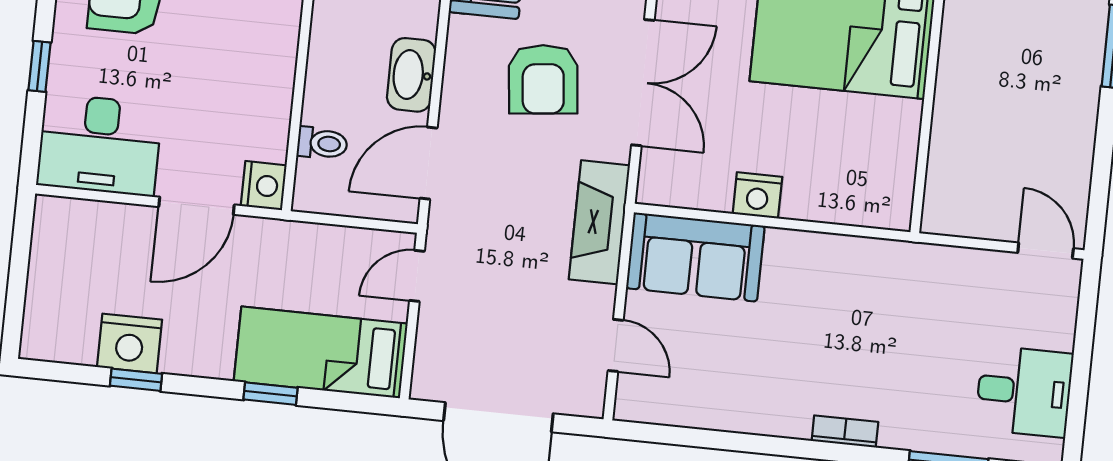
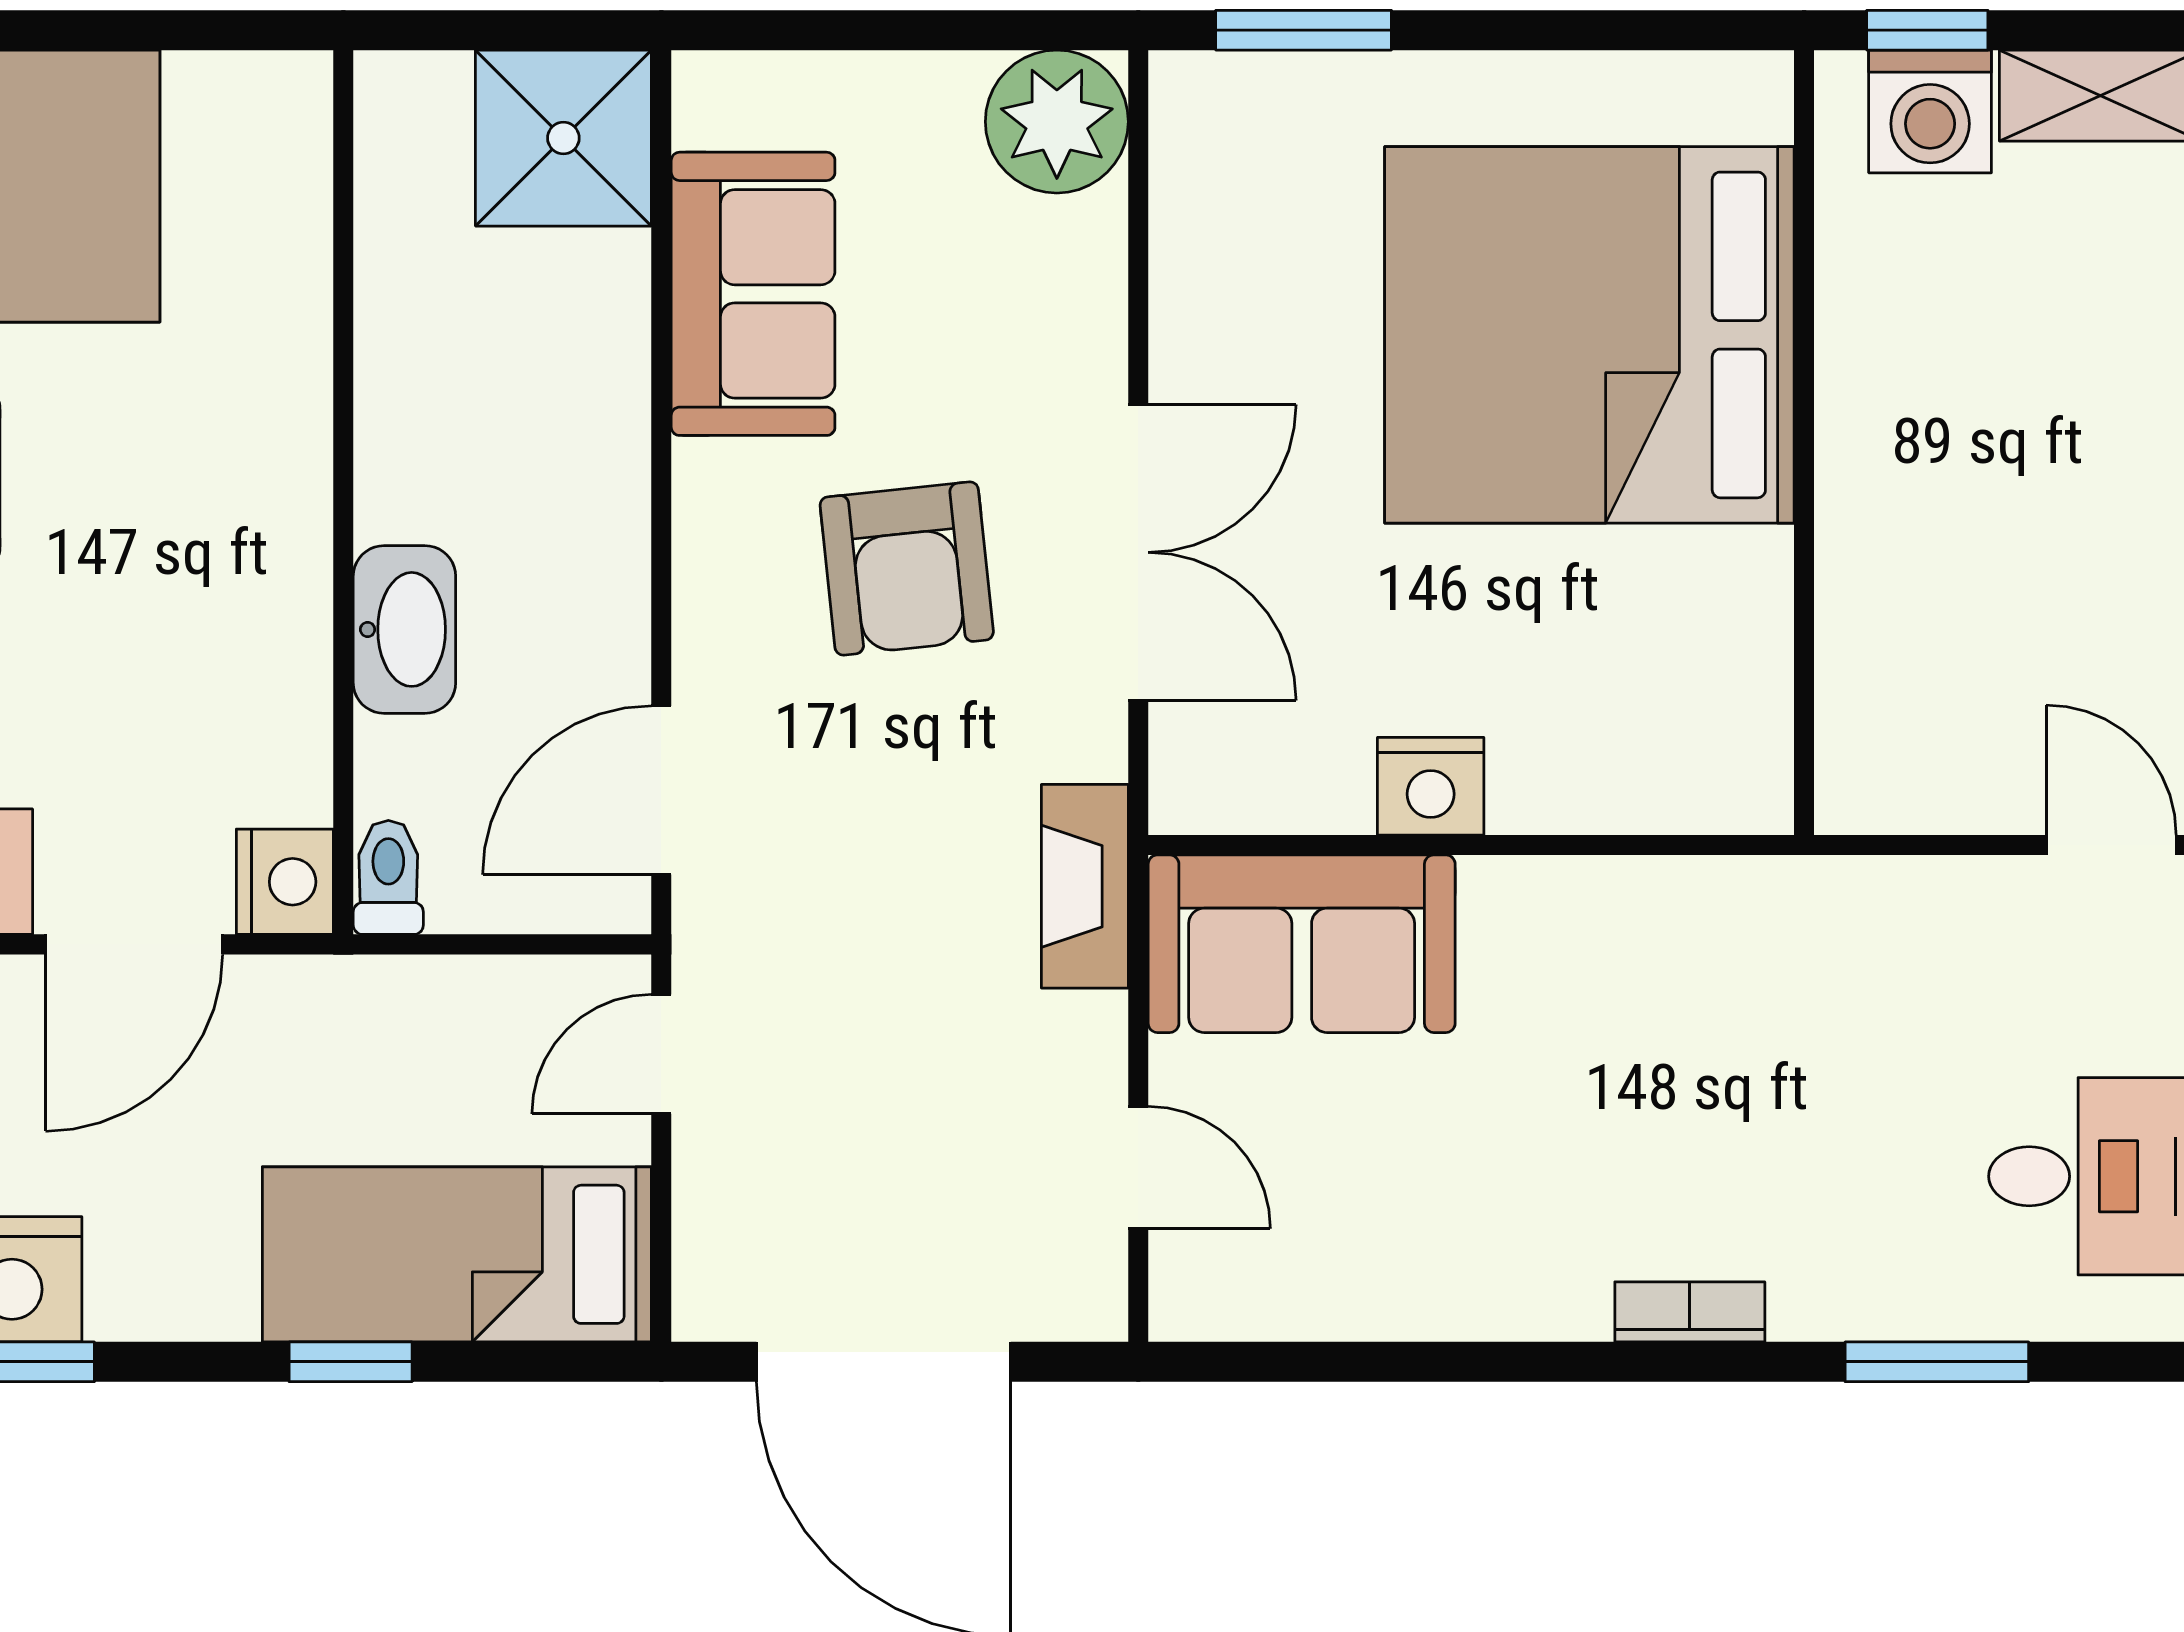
washbasin: (411, 75) -> (404, 629), moved, turned 180
toilet: (322, 143) -> (388, 877), moved, turned -90
fireplace: (599, 222) -> (1085, 886), width x0.73, depth x0.76

